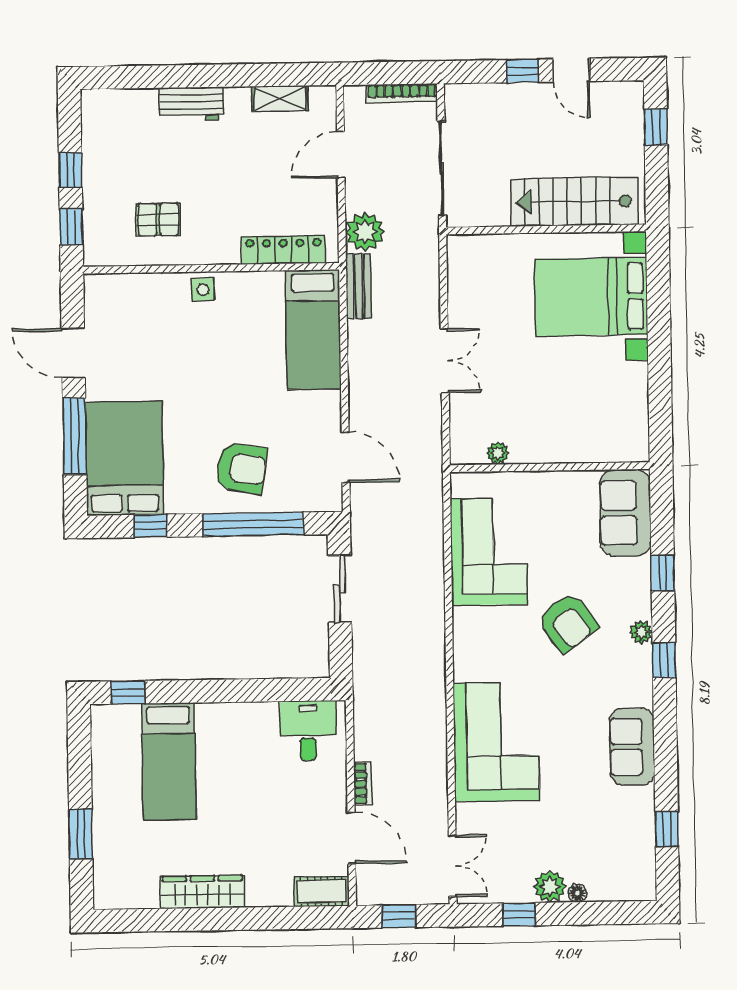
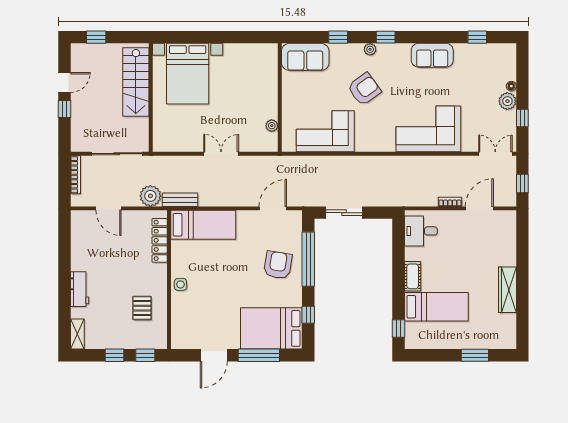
shelving: (280, 98) -> (77, 334), moved
cot: (322, 891) -> (413, 276), moved

